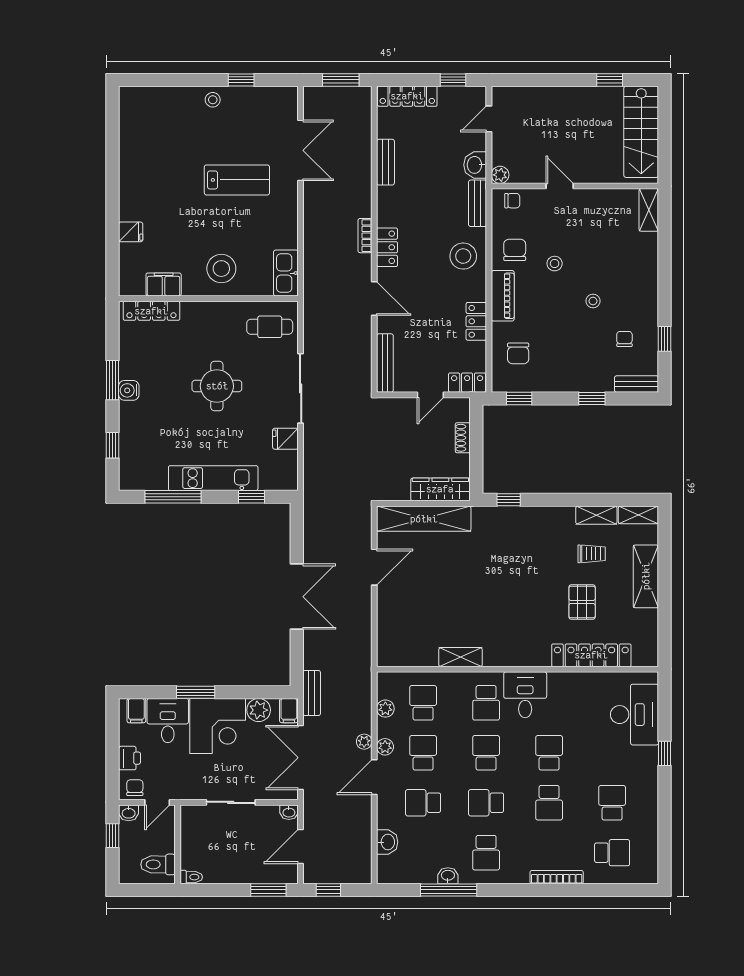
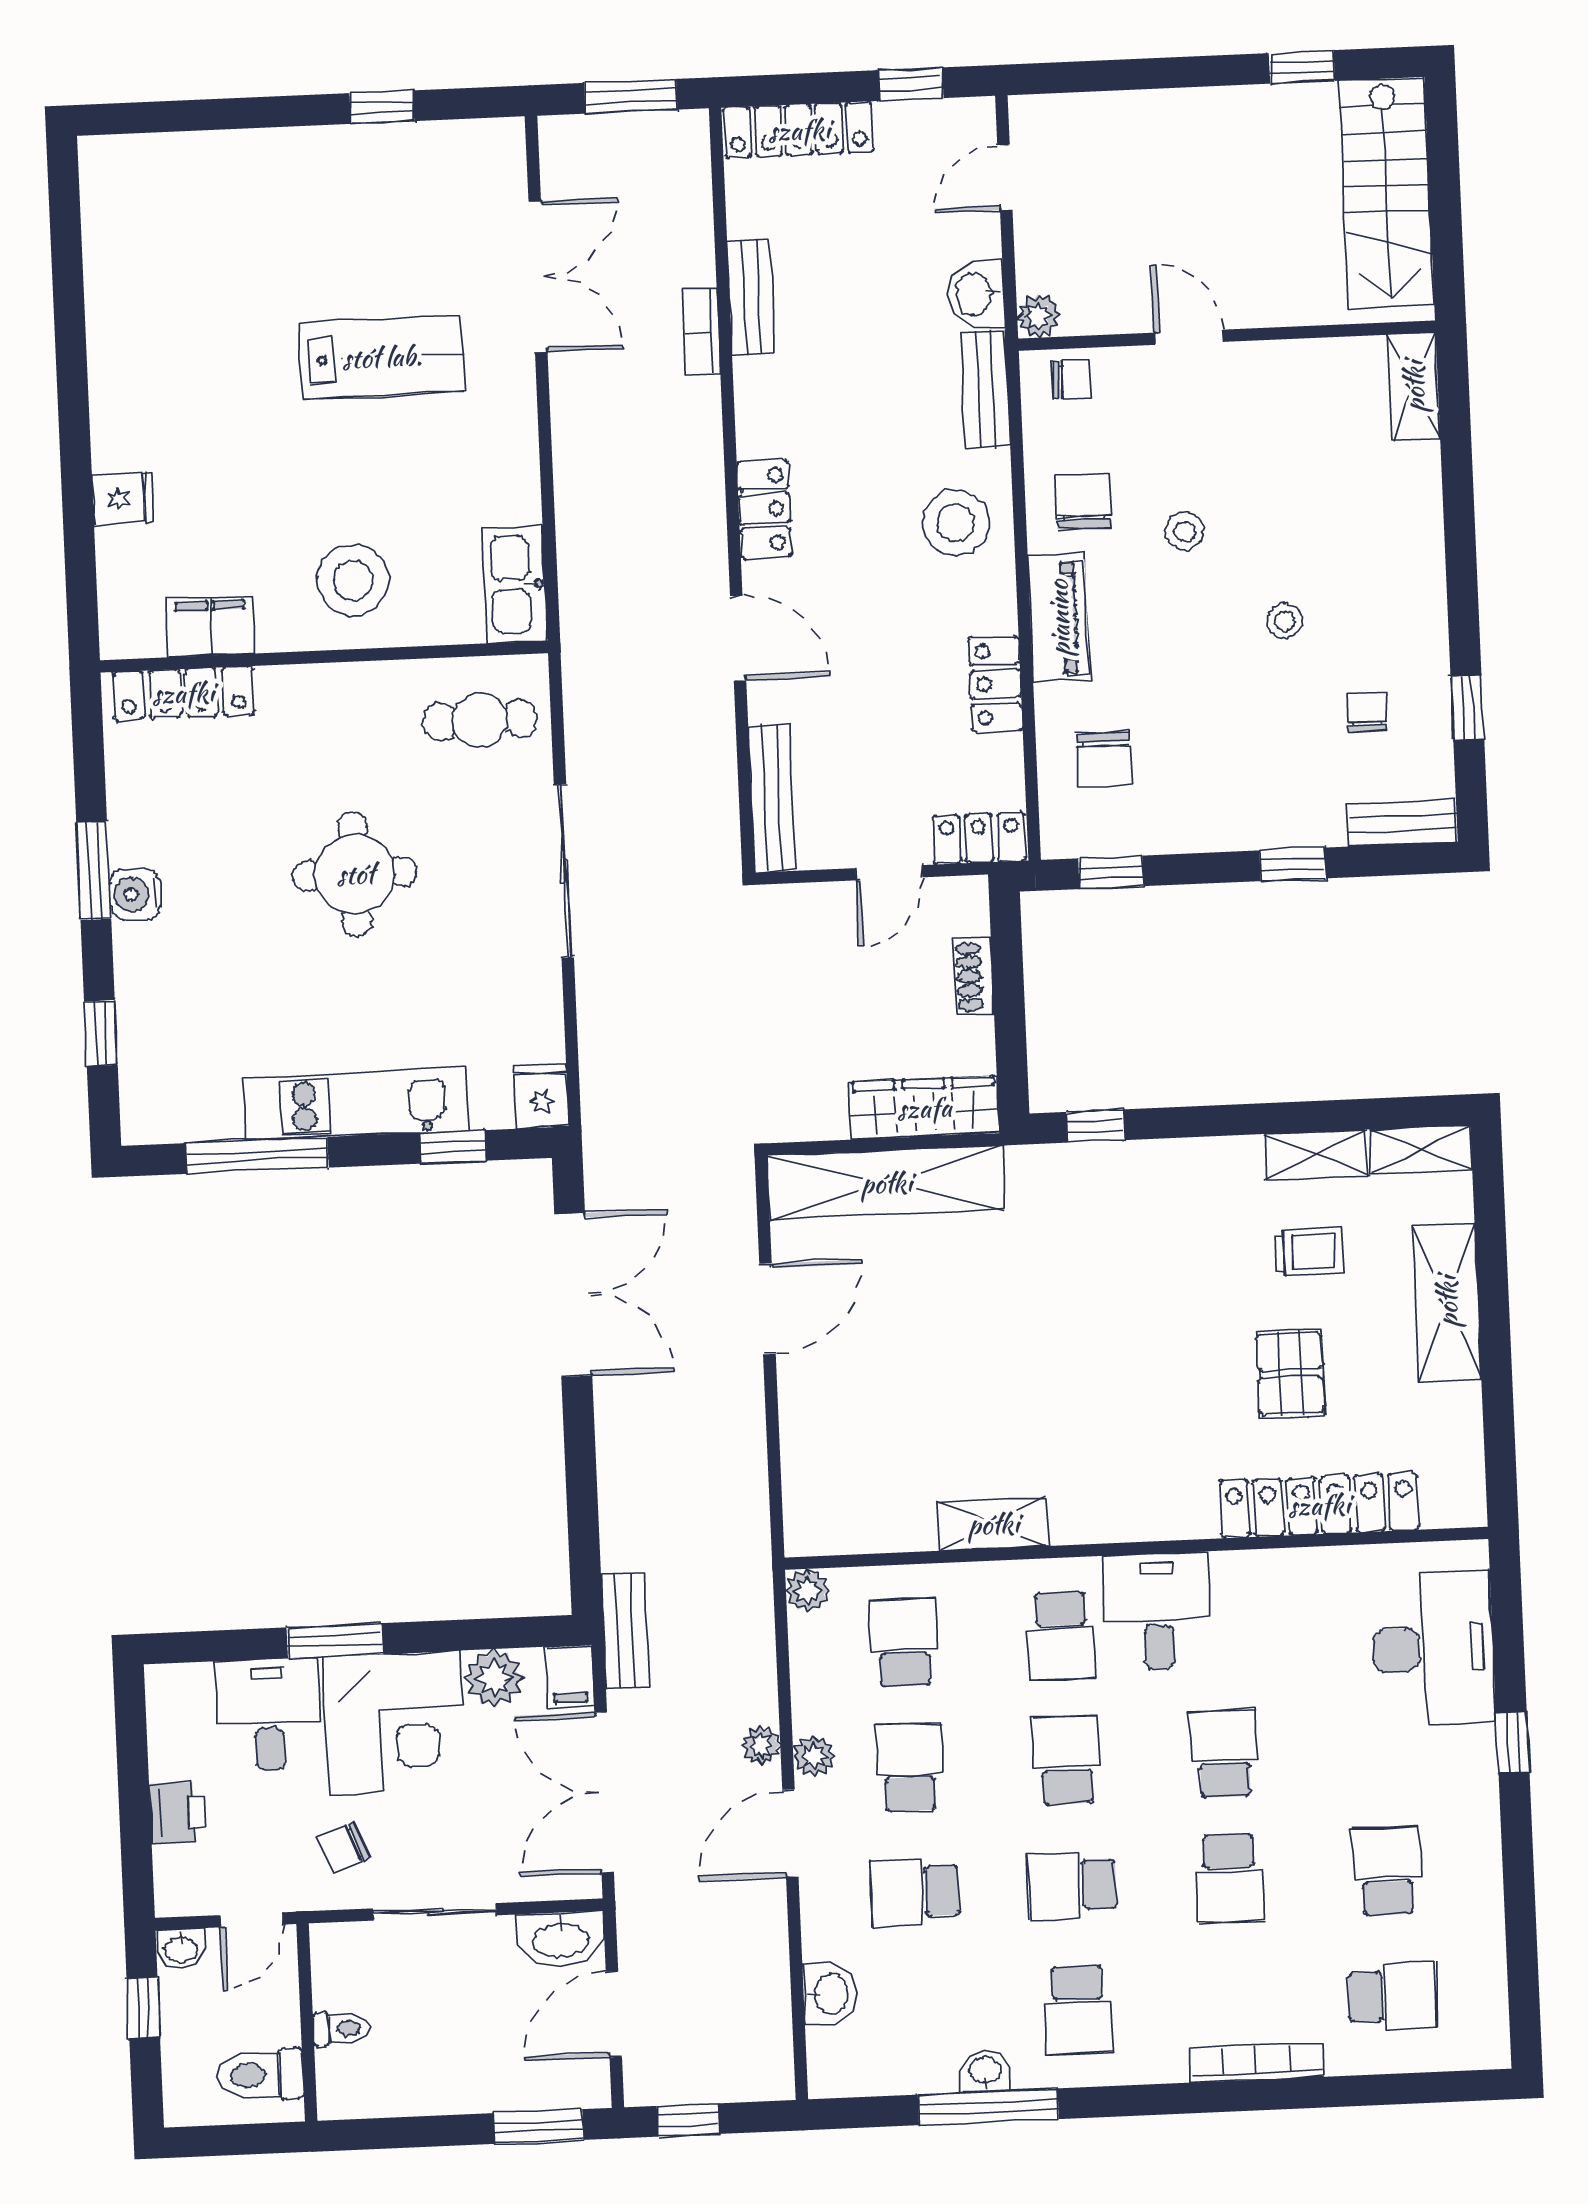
stool: (213, 100) -> (313, 160), removed
bookcase: (365, 236) -> (701, 332), moved
fridge: (285, 439) -> (541, 1096), moved, turned 90
double door: (297, 597) -> (573, 1295), moved
plant: (385, 709) -> (808, 1591), moved
filing cabinet: (136, 711) -> (189, 1693), removed
chair: (135, 788) -> (344, 1848), moved, turned -112
washbasin: (289, 812) -> (561, 1939), width x1.91, depth x1.45
toilet: (191, 877) -> (341, 2028), moved

